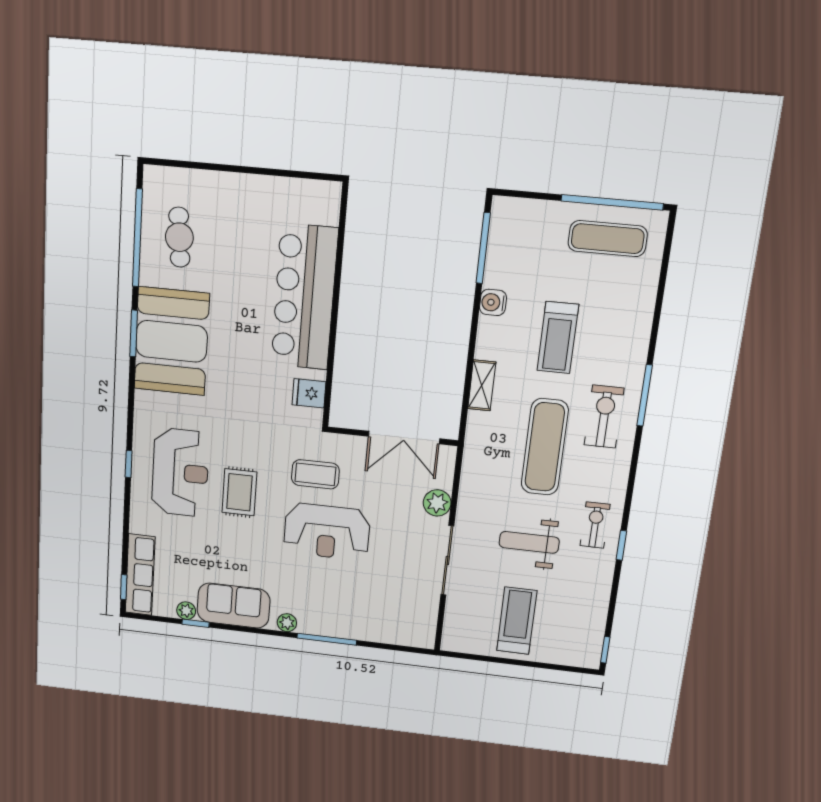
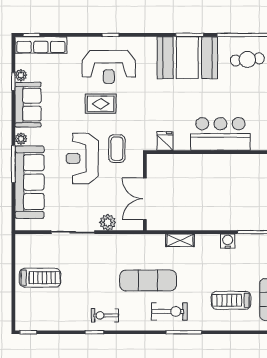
bar counter: (304, 297) -> (220, 134), width x0.73
treadmill: (558, 338) -> (231, 300), moved
exercise bike: (595, 525) -> (105, 315), turned 180
weight bench: (529, 542) -> (90, 279), removed
sofa: (358, 618) -> (29, 182), added

